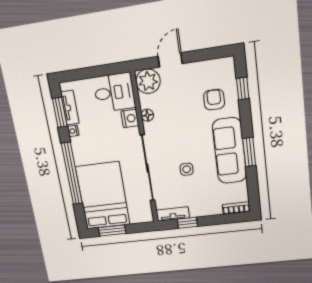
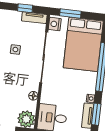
nightstand: (130, 118) -> (55, 24), moved
window: (112, 231) -> (70, 13), moved

